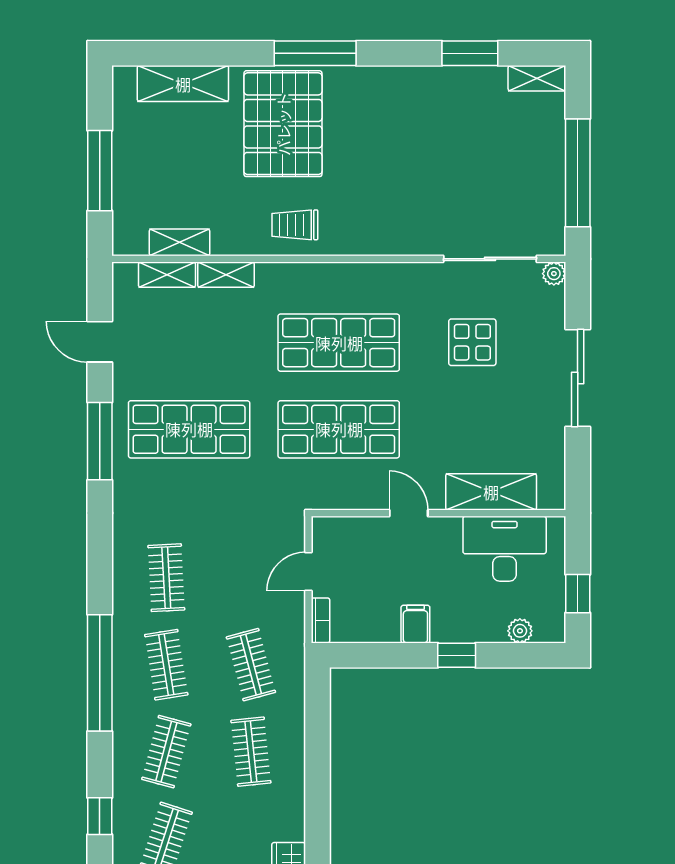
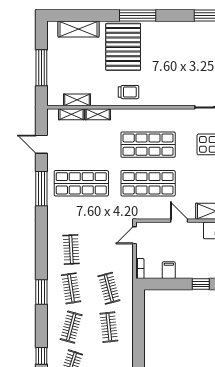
trolley: (295, 225) -> (128, 92), turned 180
door: (308, 572) -> (135, 235), moved
filing cabinet: (415, 624) -> (169, 270), moved
window: (100, 673) -> (41, 292), width x0.47

